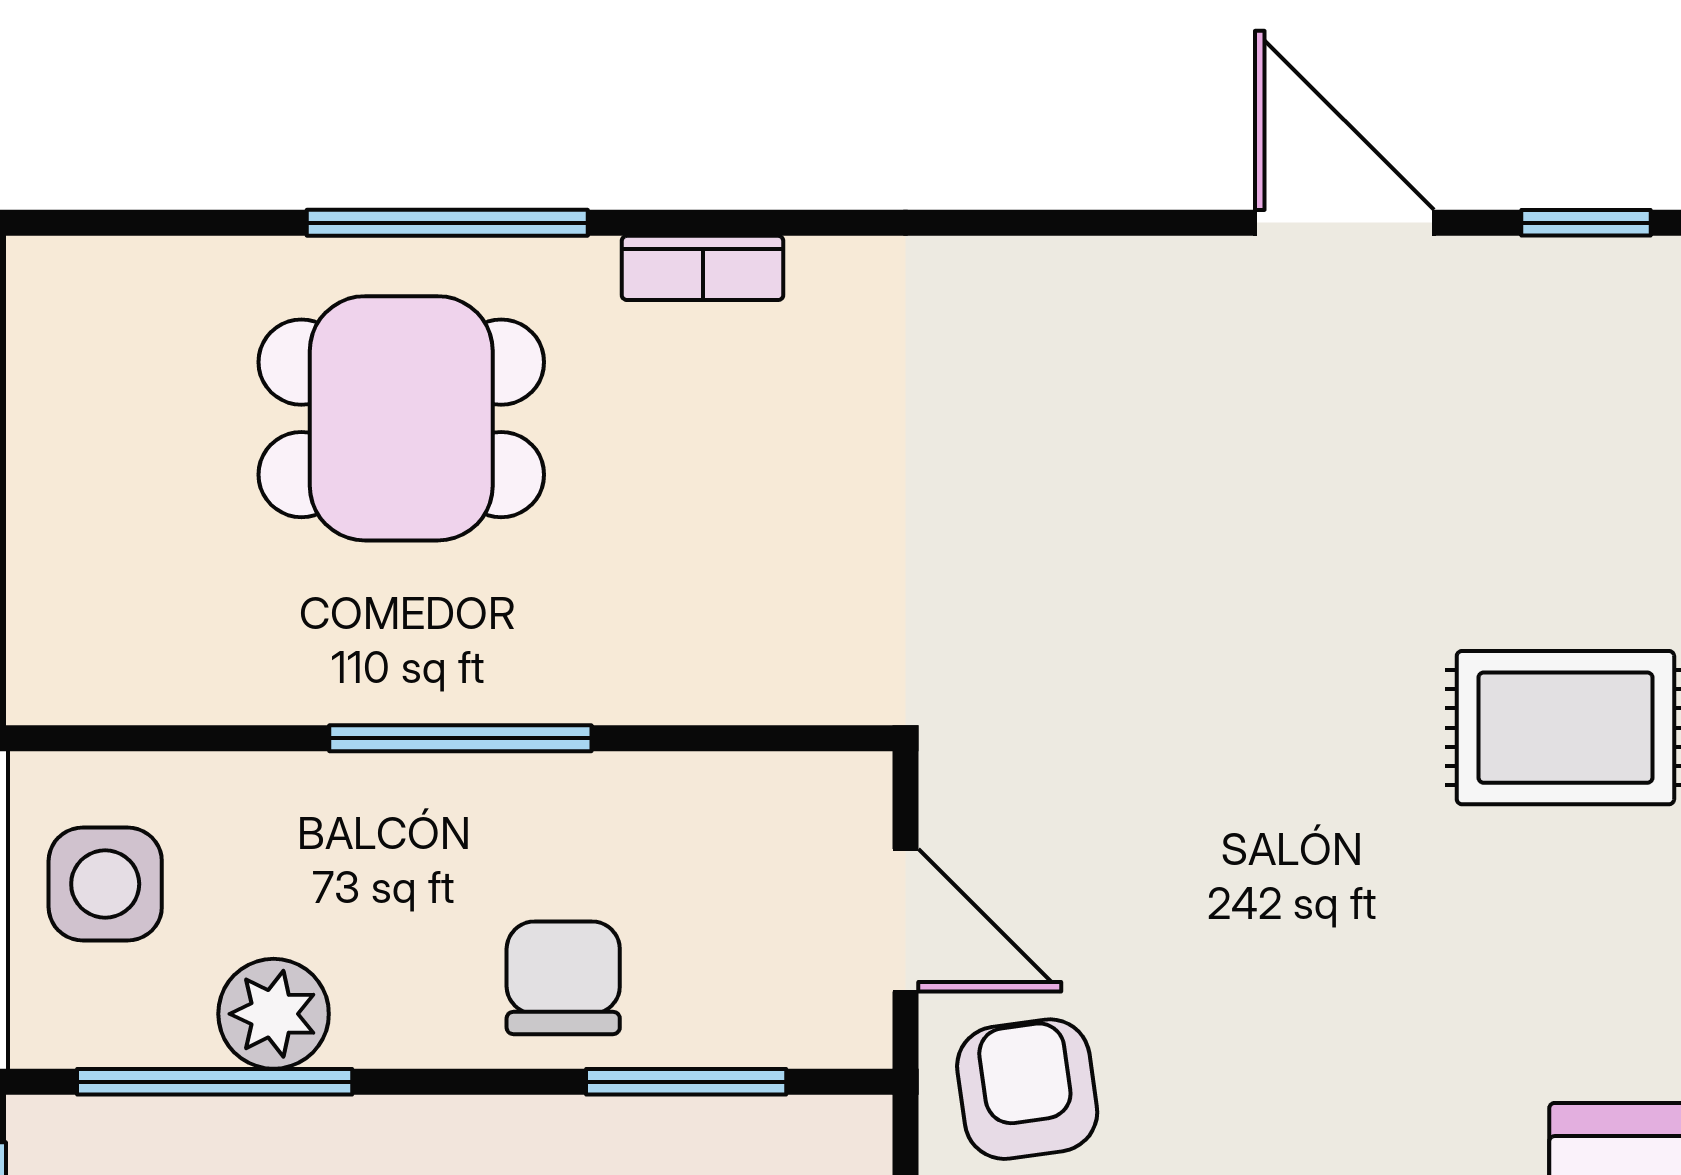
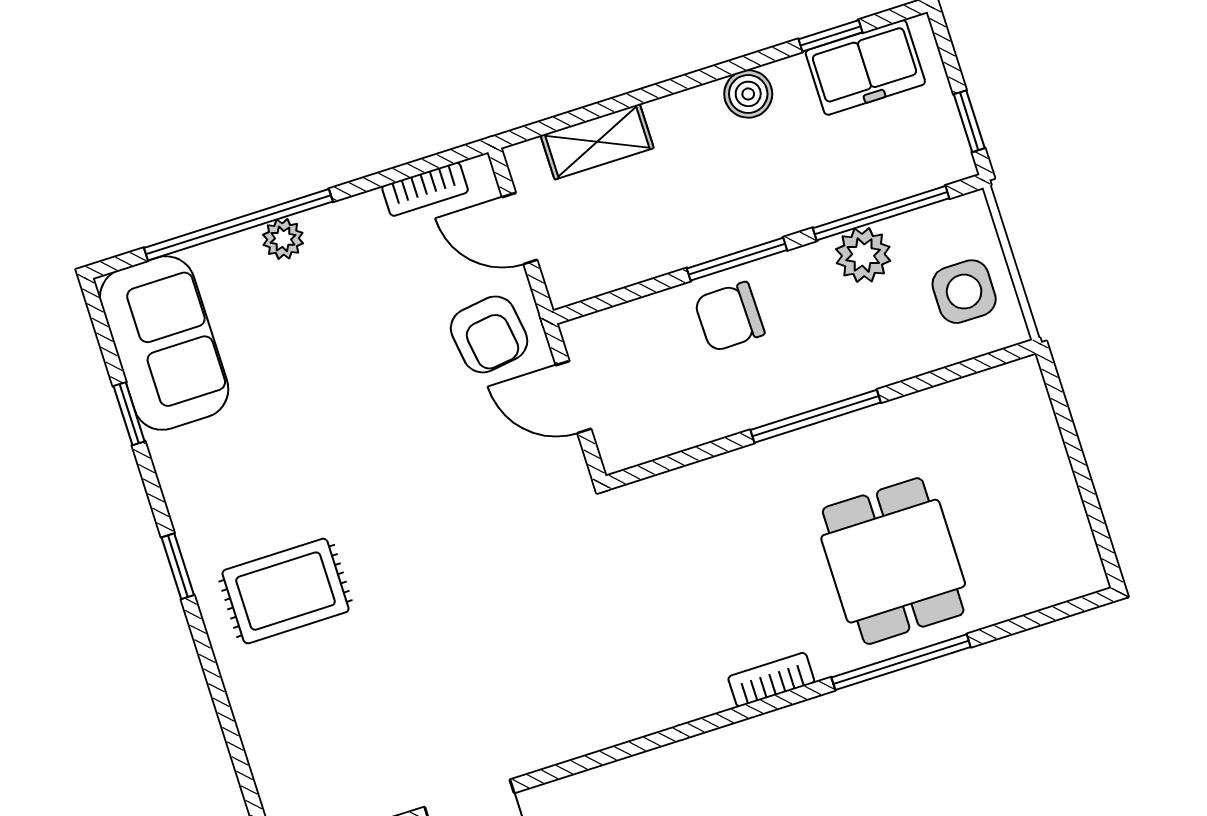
dining table: (401, 418) -> (893, 561), turned 90
chair: (563, 978) -> (729, 317), turned 89
window: (686, 1082) -> (737, 259), moved

